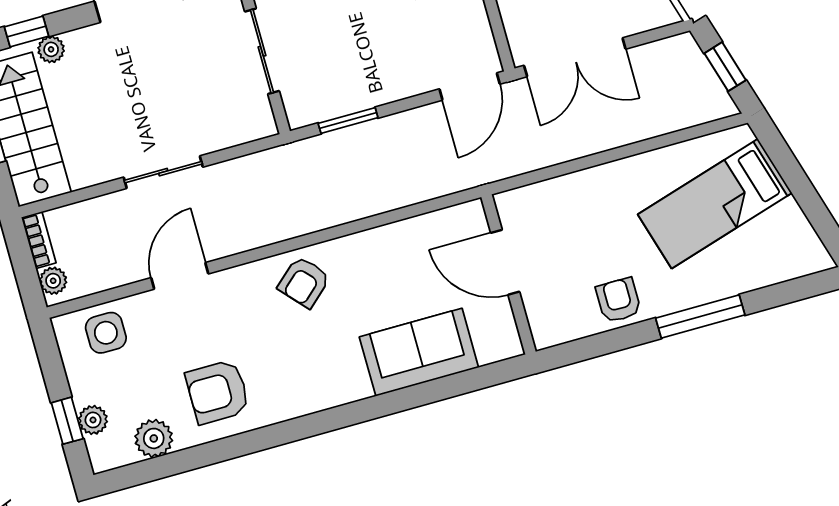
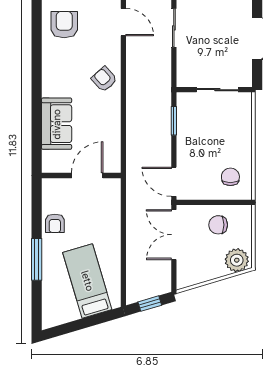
armchair: (618, 300) -> (55, 223), turned 90

